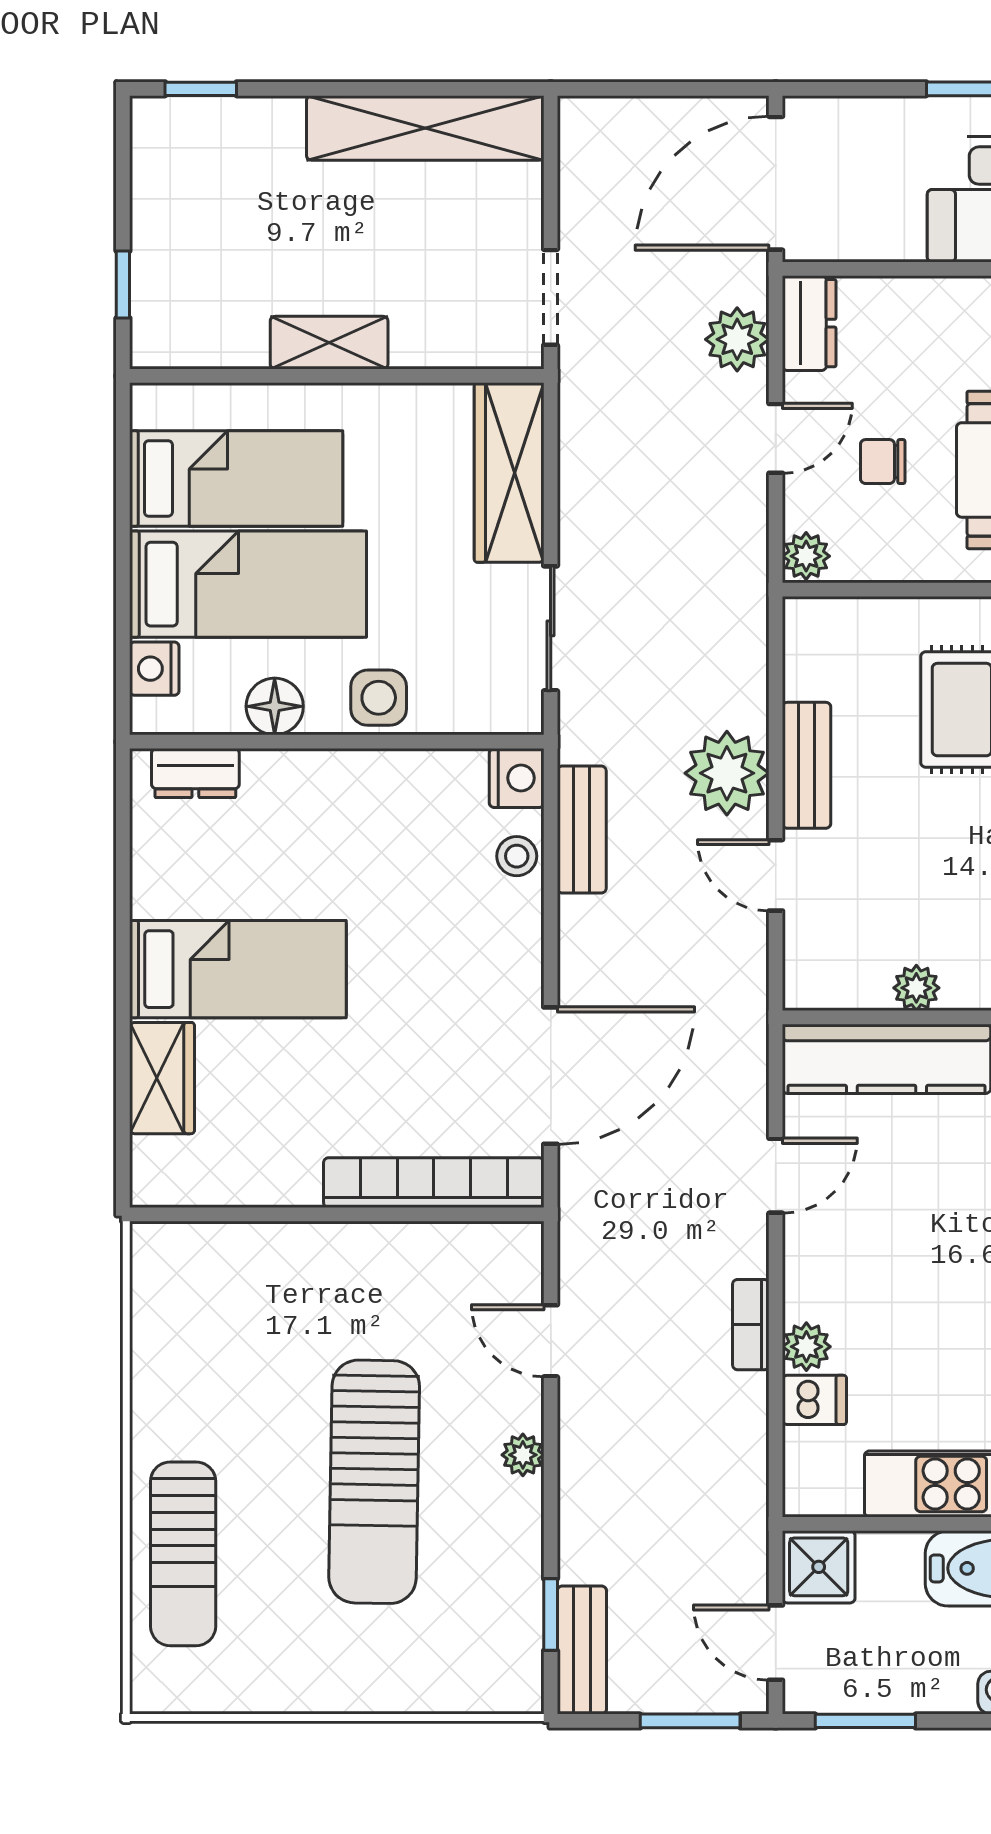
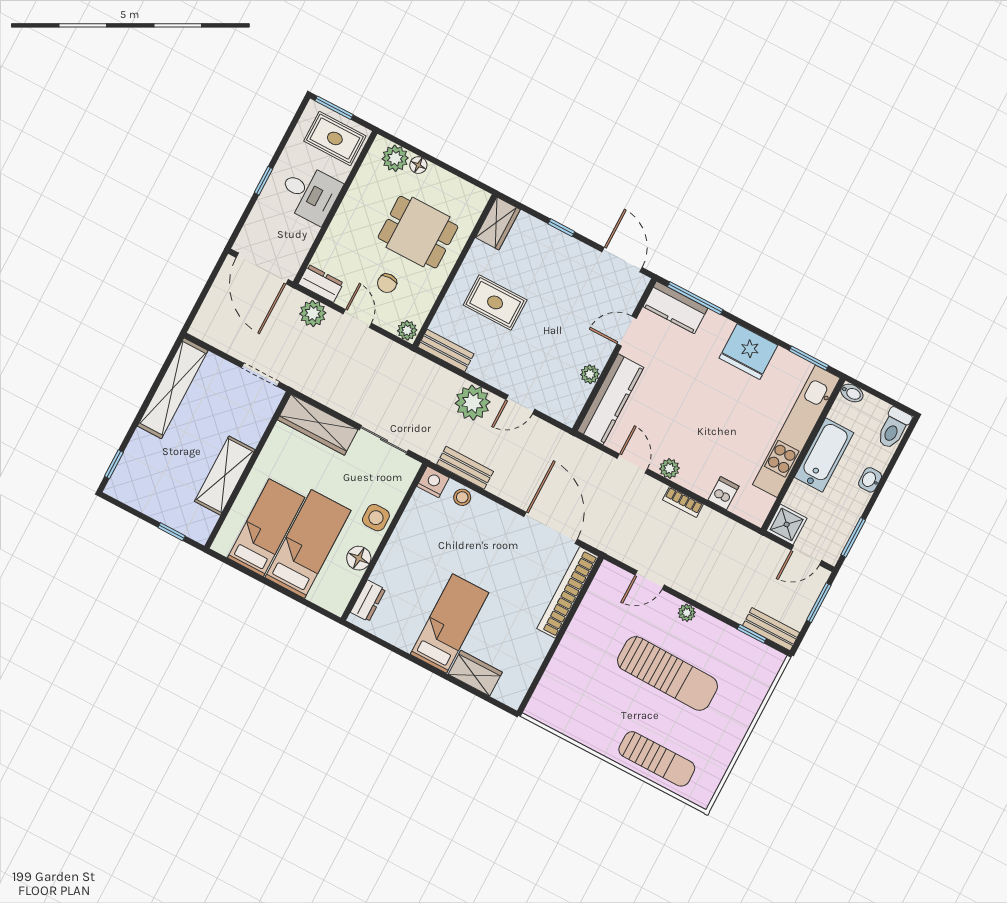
shelving: (329, 343) -> (225, 476), width x1.50, depth x1.33
nightstand: (154, 669) -> (321, 596), removed
bench: (807, 765) -> (446, 351), moved
plant: (806, 1347) -> (669, 468), moved

